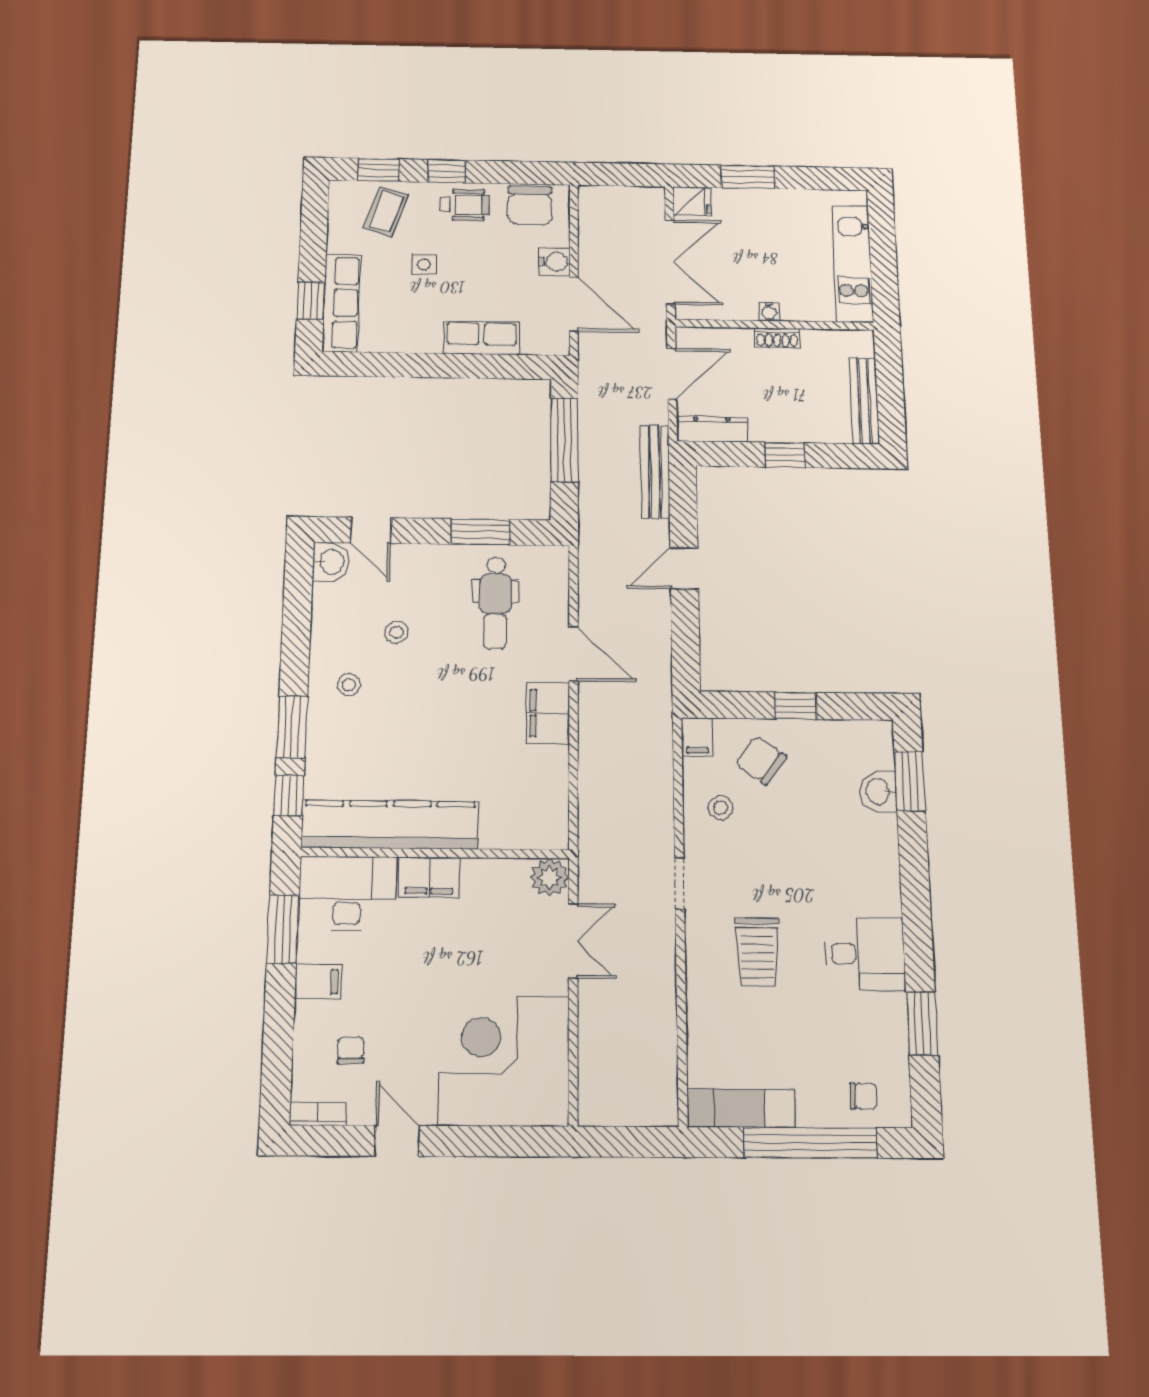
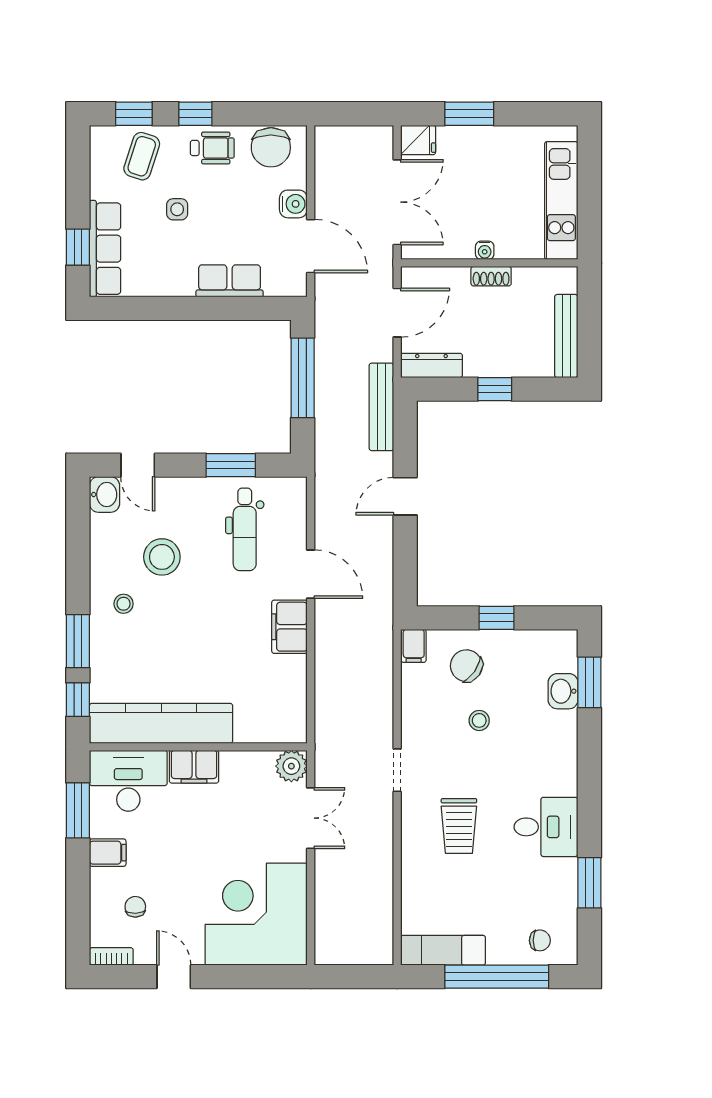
stool: (396, 632) -> (162, 557), width x1.89, depth x1.89
stool: (721, 808) -> (479, 720), moved

